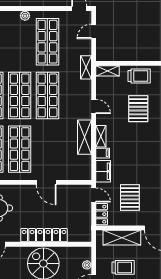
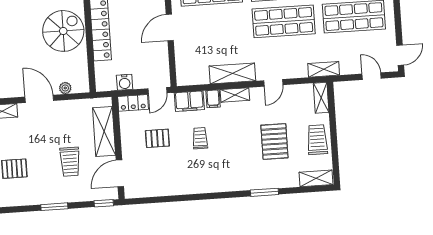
trolley: (139, 76) -> (317, 140), turned 180
pallet: (138, 109) -> (274, 141), turned 90
trolley: (132, 165) -> (200, 138), added
pallet: (130, 198) -> (157, 138), width x0.67, depth x0.71
water cooler: (85, 220) -> (125, 82), added
trolley: (123, 267) -> (70, 162), moved

